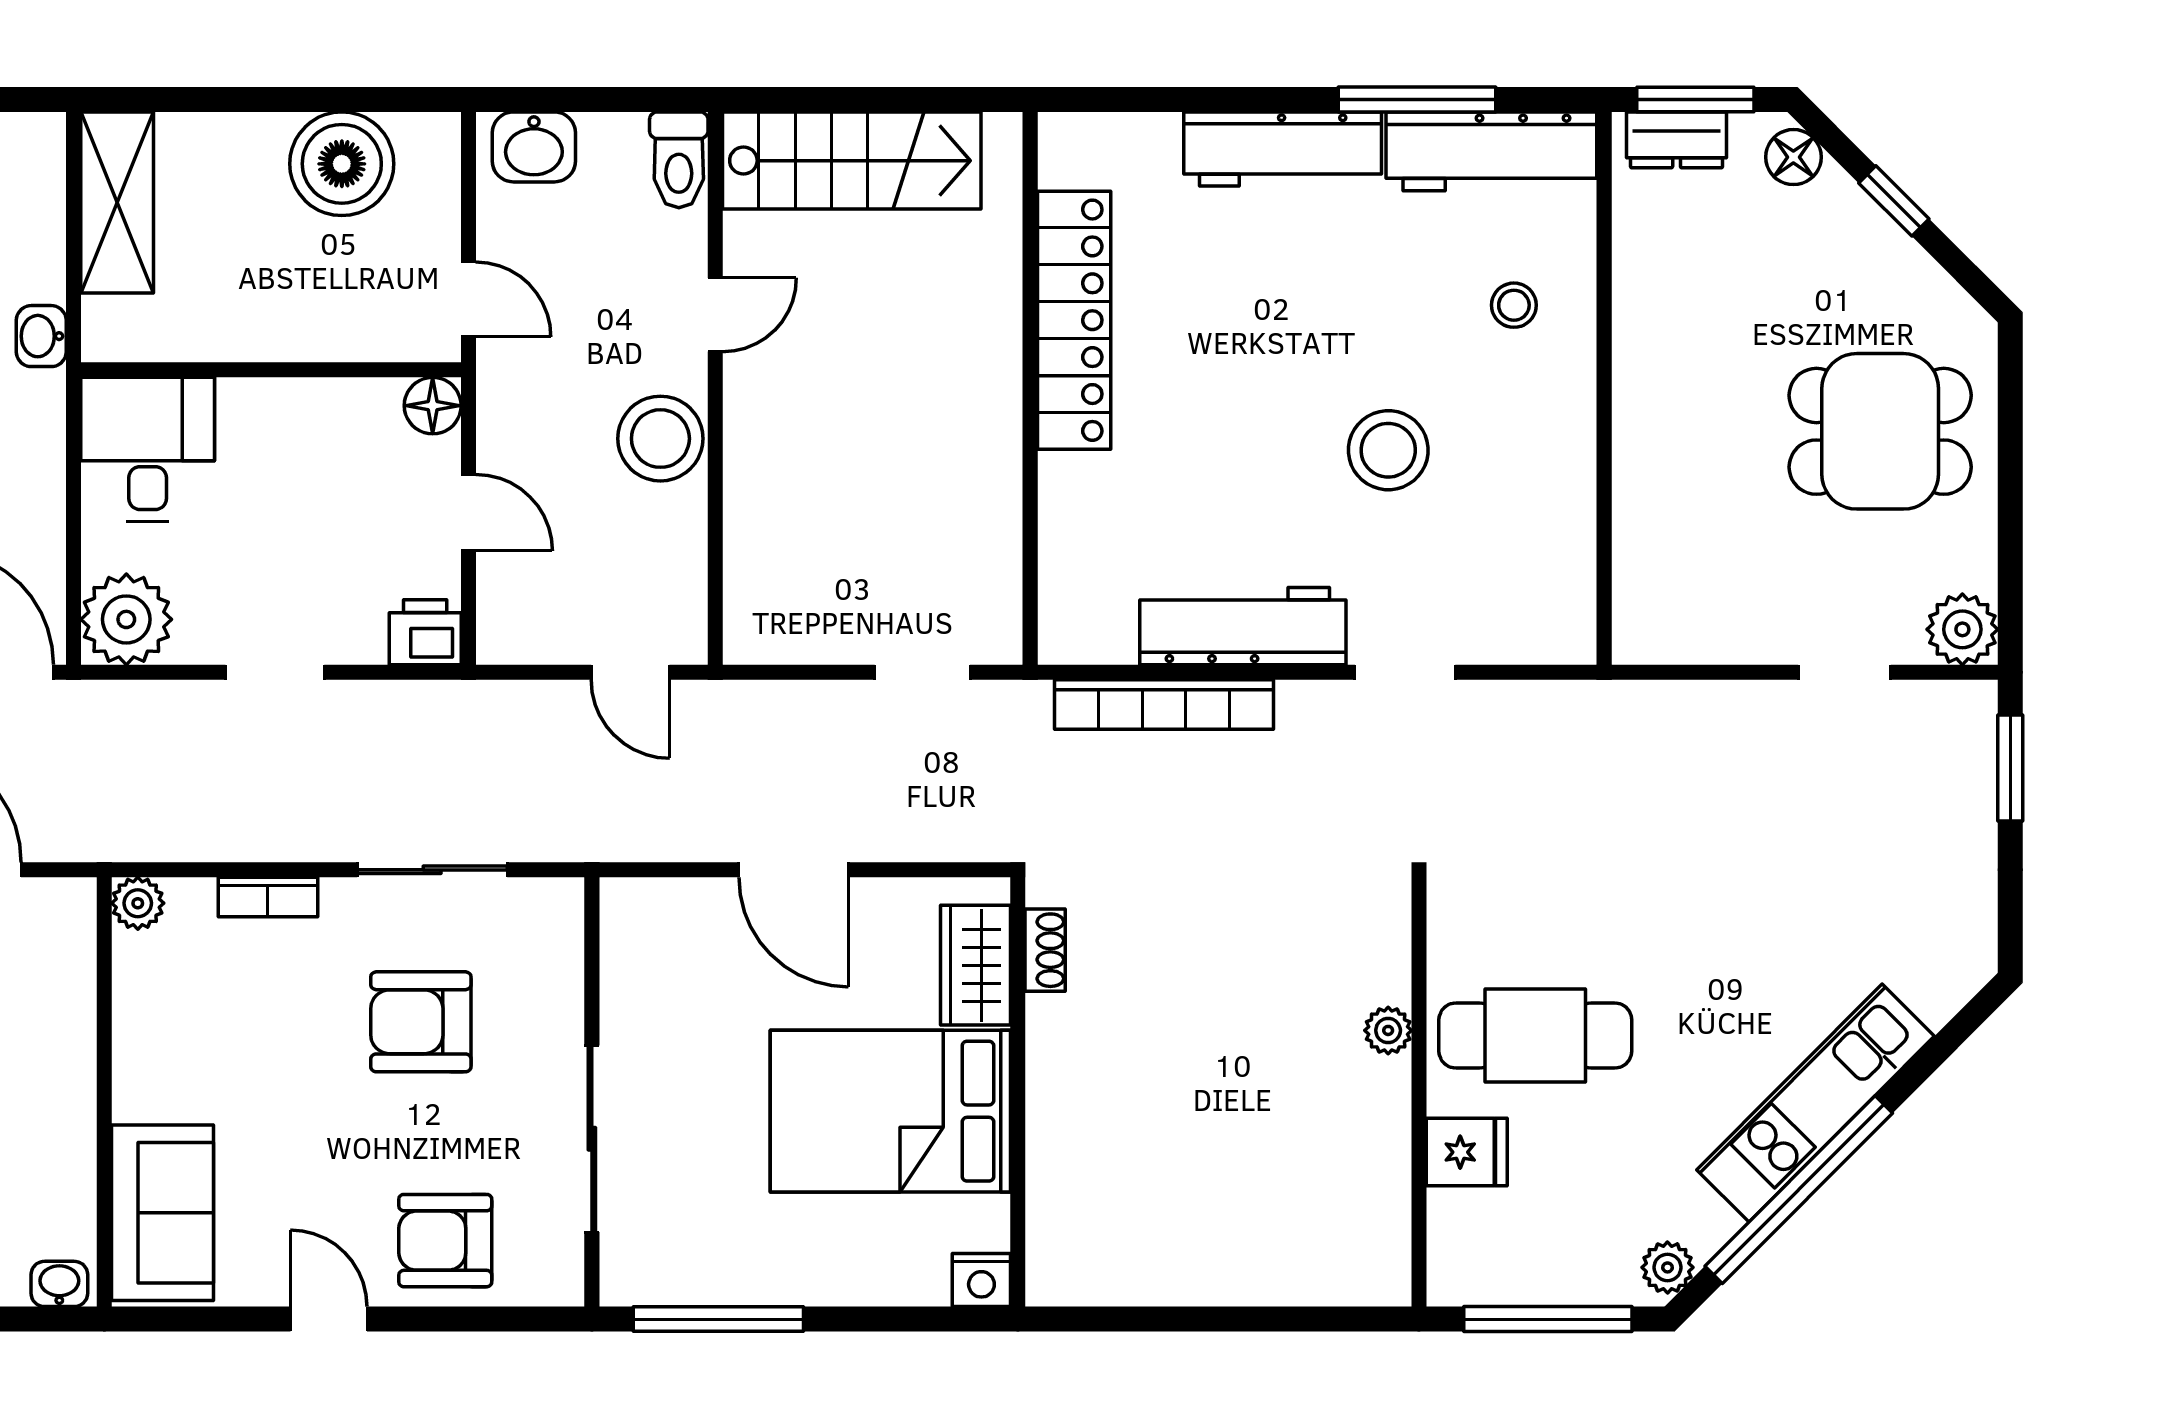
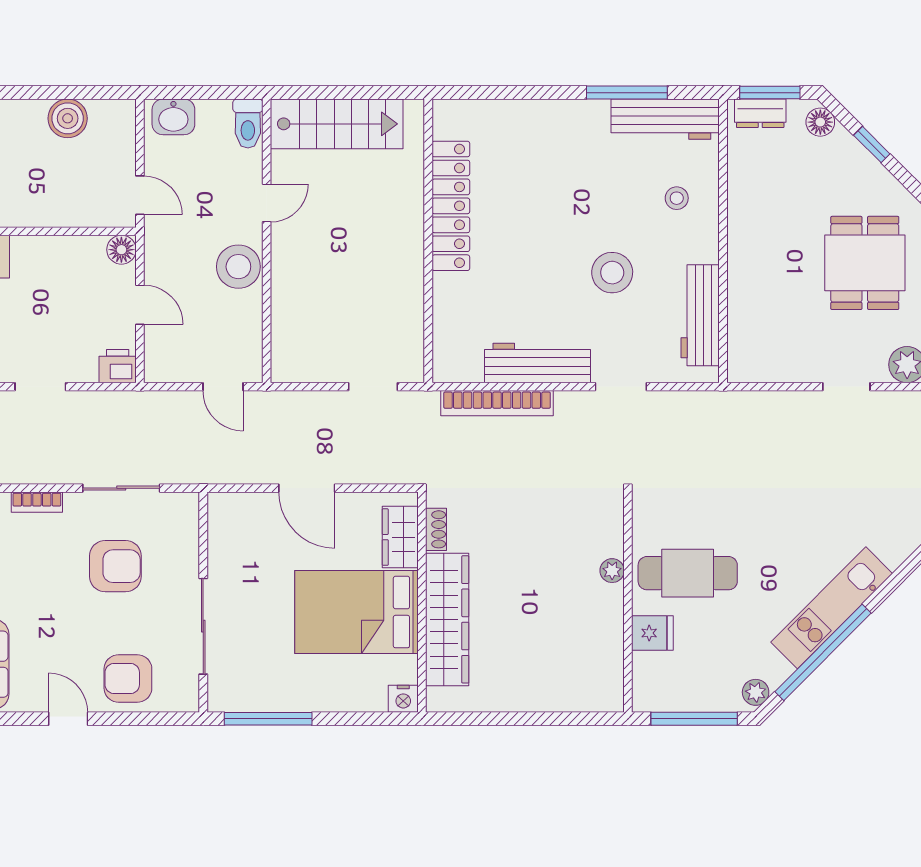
workbench: (1283, 149) -> (700, 315), moved, turned 90
boiler: (342, 164) -> (68, 118), width x0.73, depth x0.73
dining table: (1880, 431) -> (865, 263), turned 90
armchair: (421, 1022) -> (115, 566), turned 180
wardrobe: (1067, 1126) -> (447, 619), added

